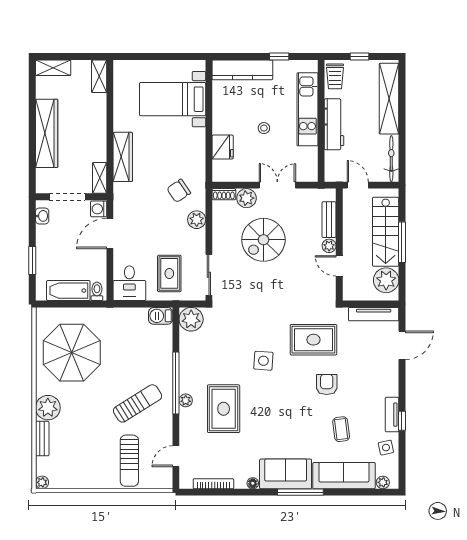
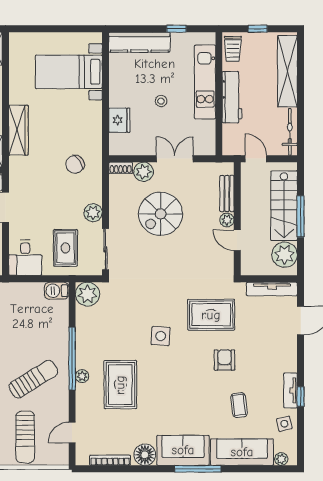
plant: (197, 220) -> (93, 213), moved
floor lamp: (253, 483) -> (145, 455), width x1.89, depth x1.89

